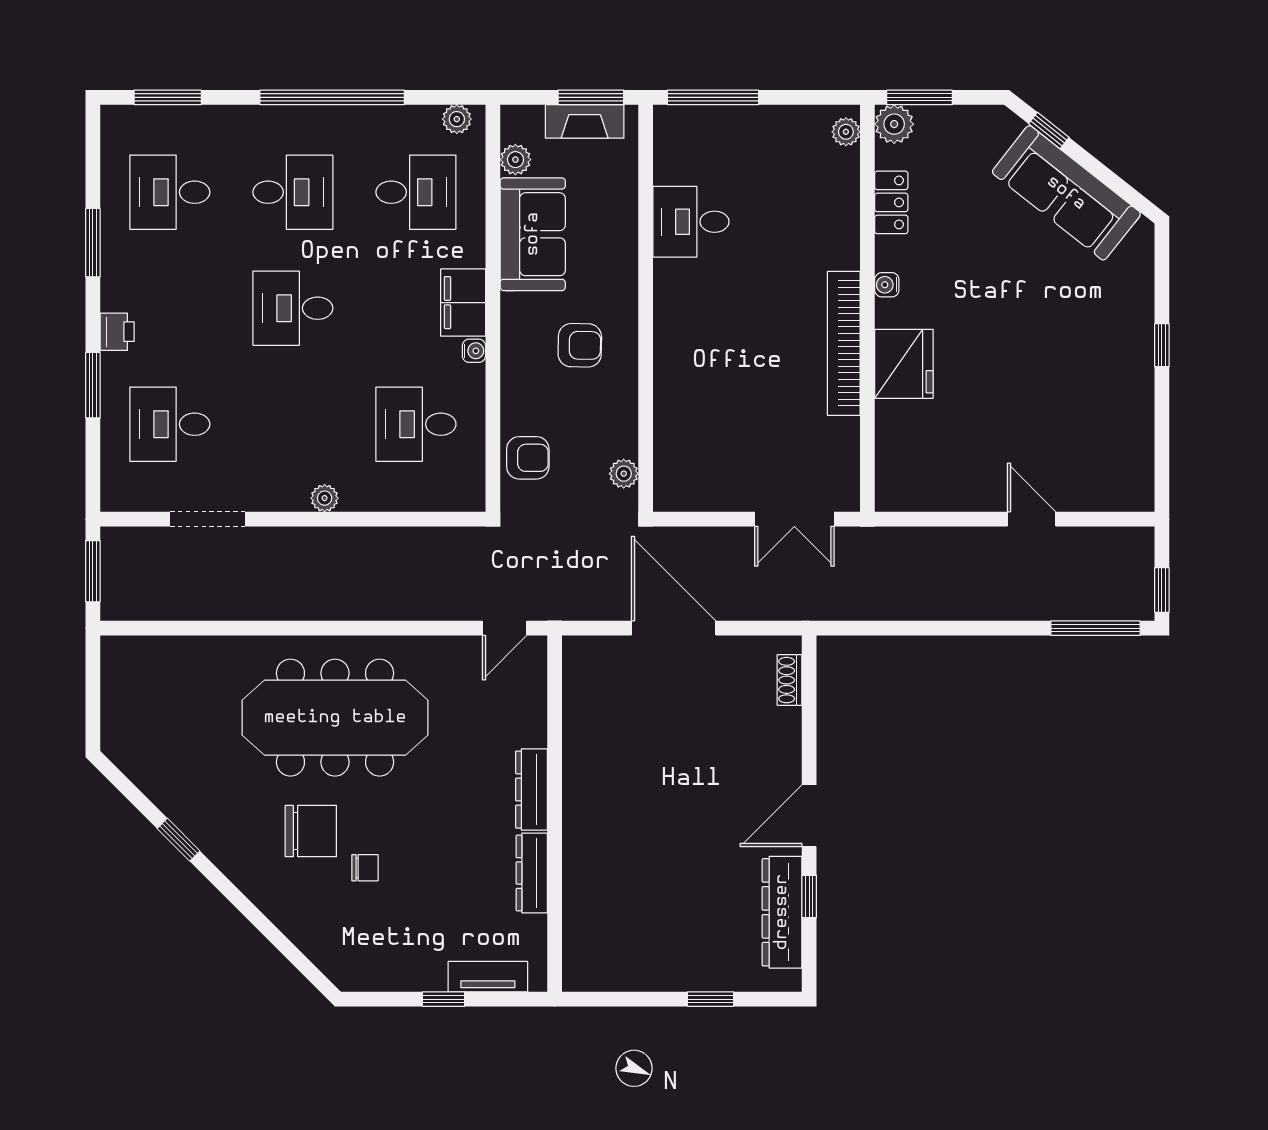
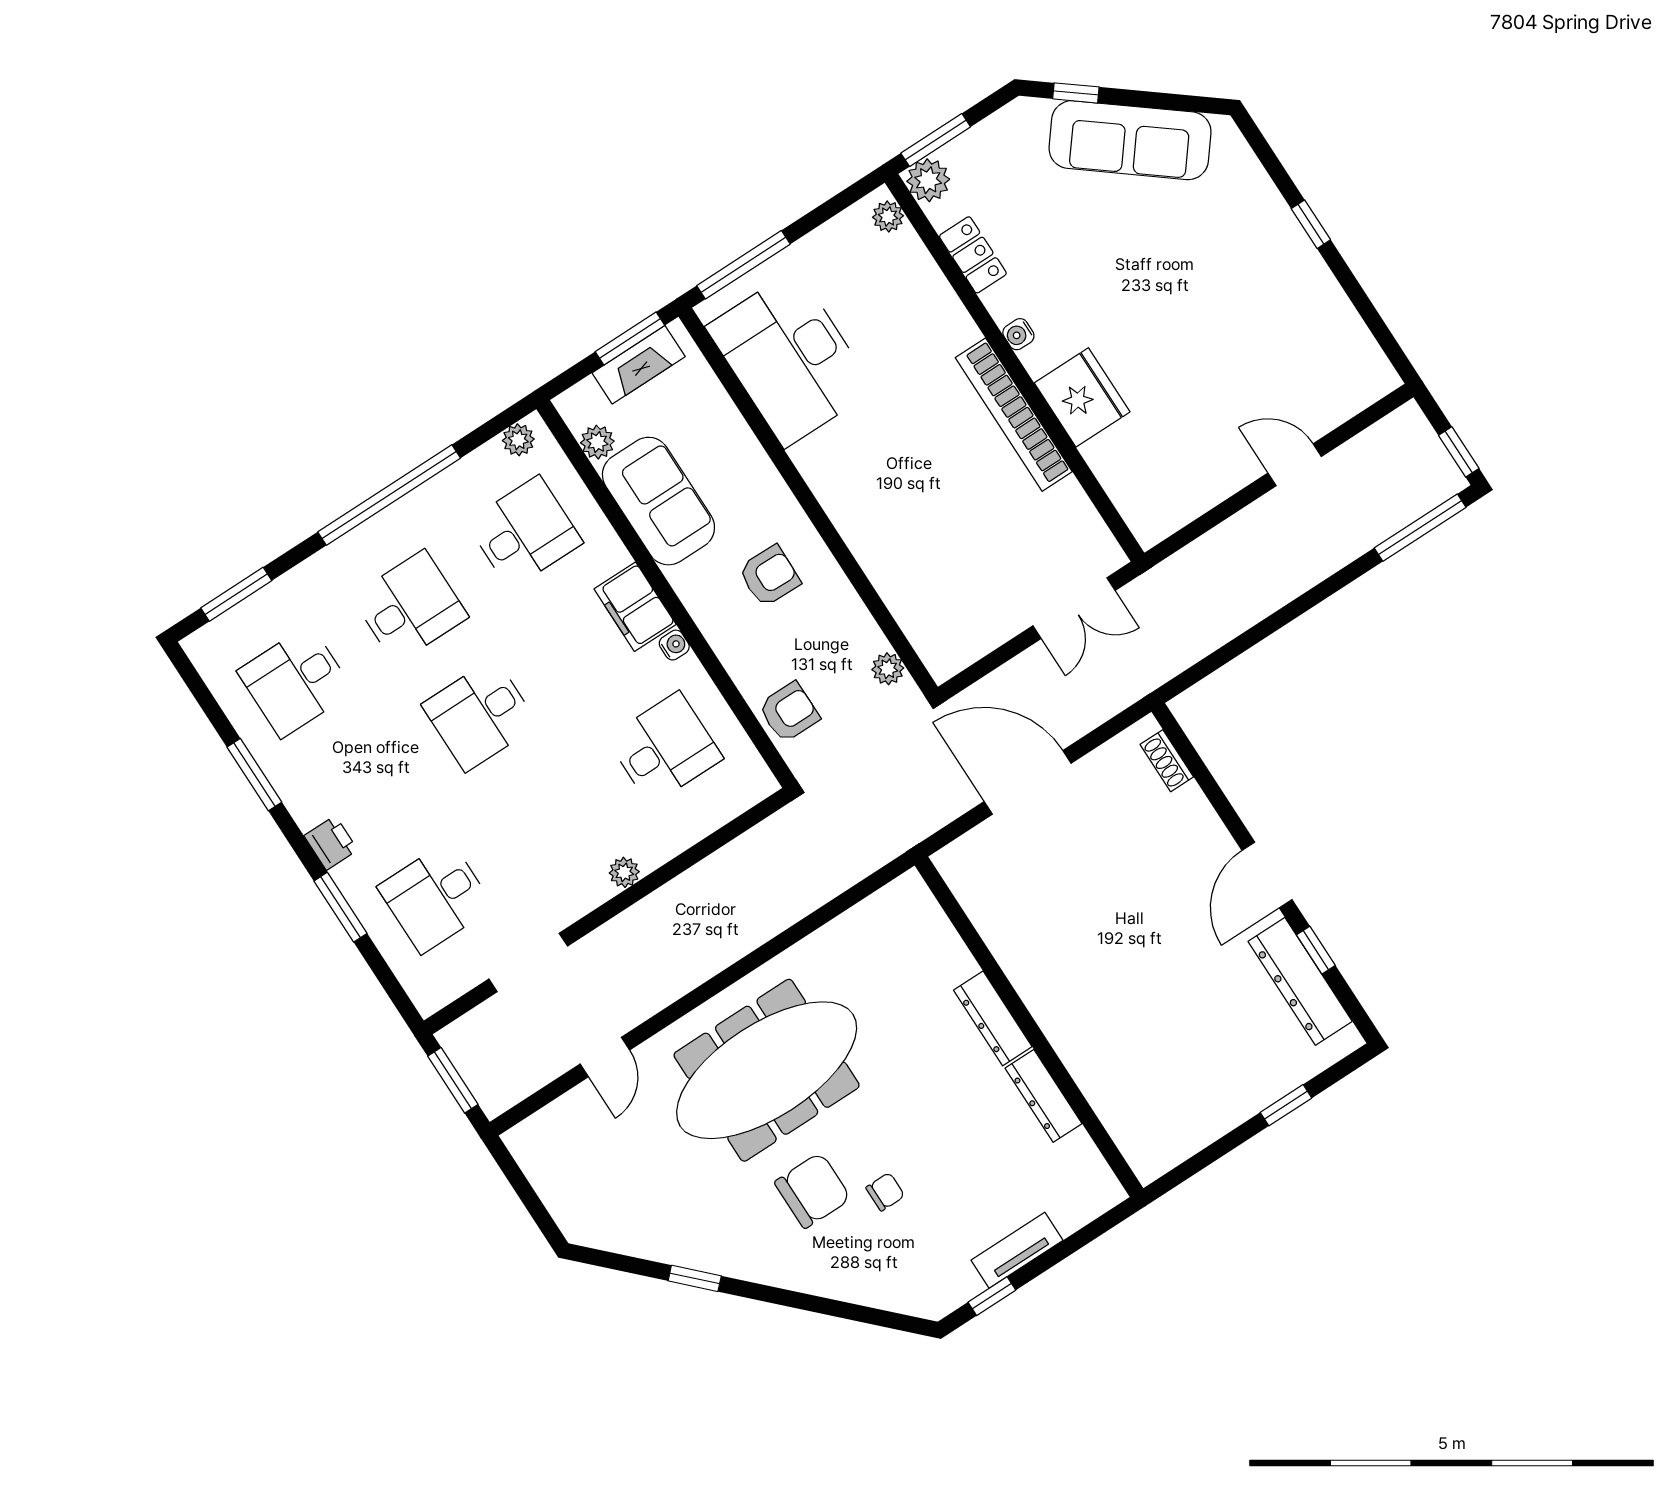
desk: (691, 222) -> (790, 358), width x1.87, depth x1.30
desk: (416, 424) -> (665, 748), turned 180
door: (504, 628) -> (605, 1057), moved
tv unit: (488, 977) -> (1017, 1250), moved
window: (444, 999) -> (992, 1296), moved

